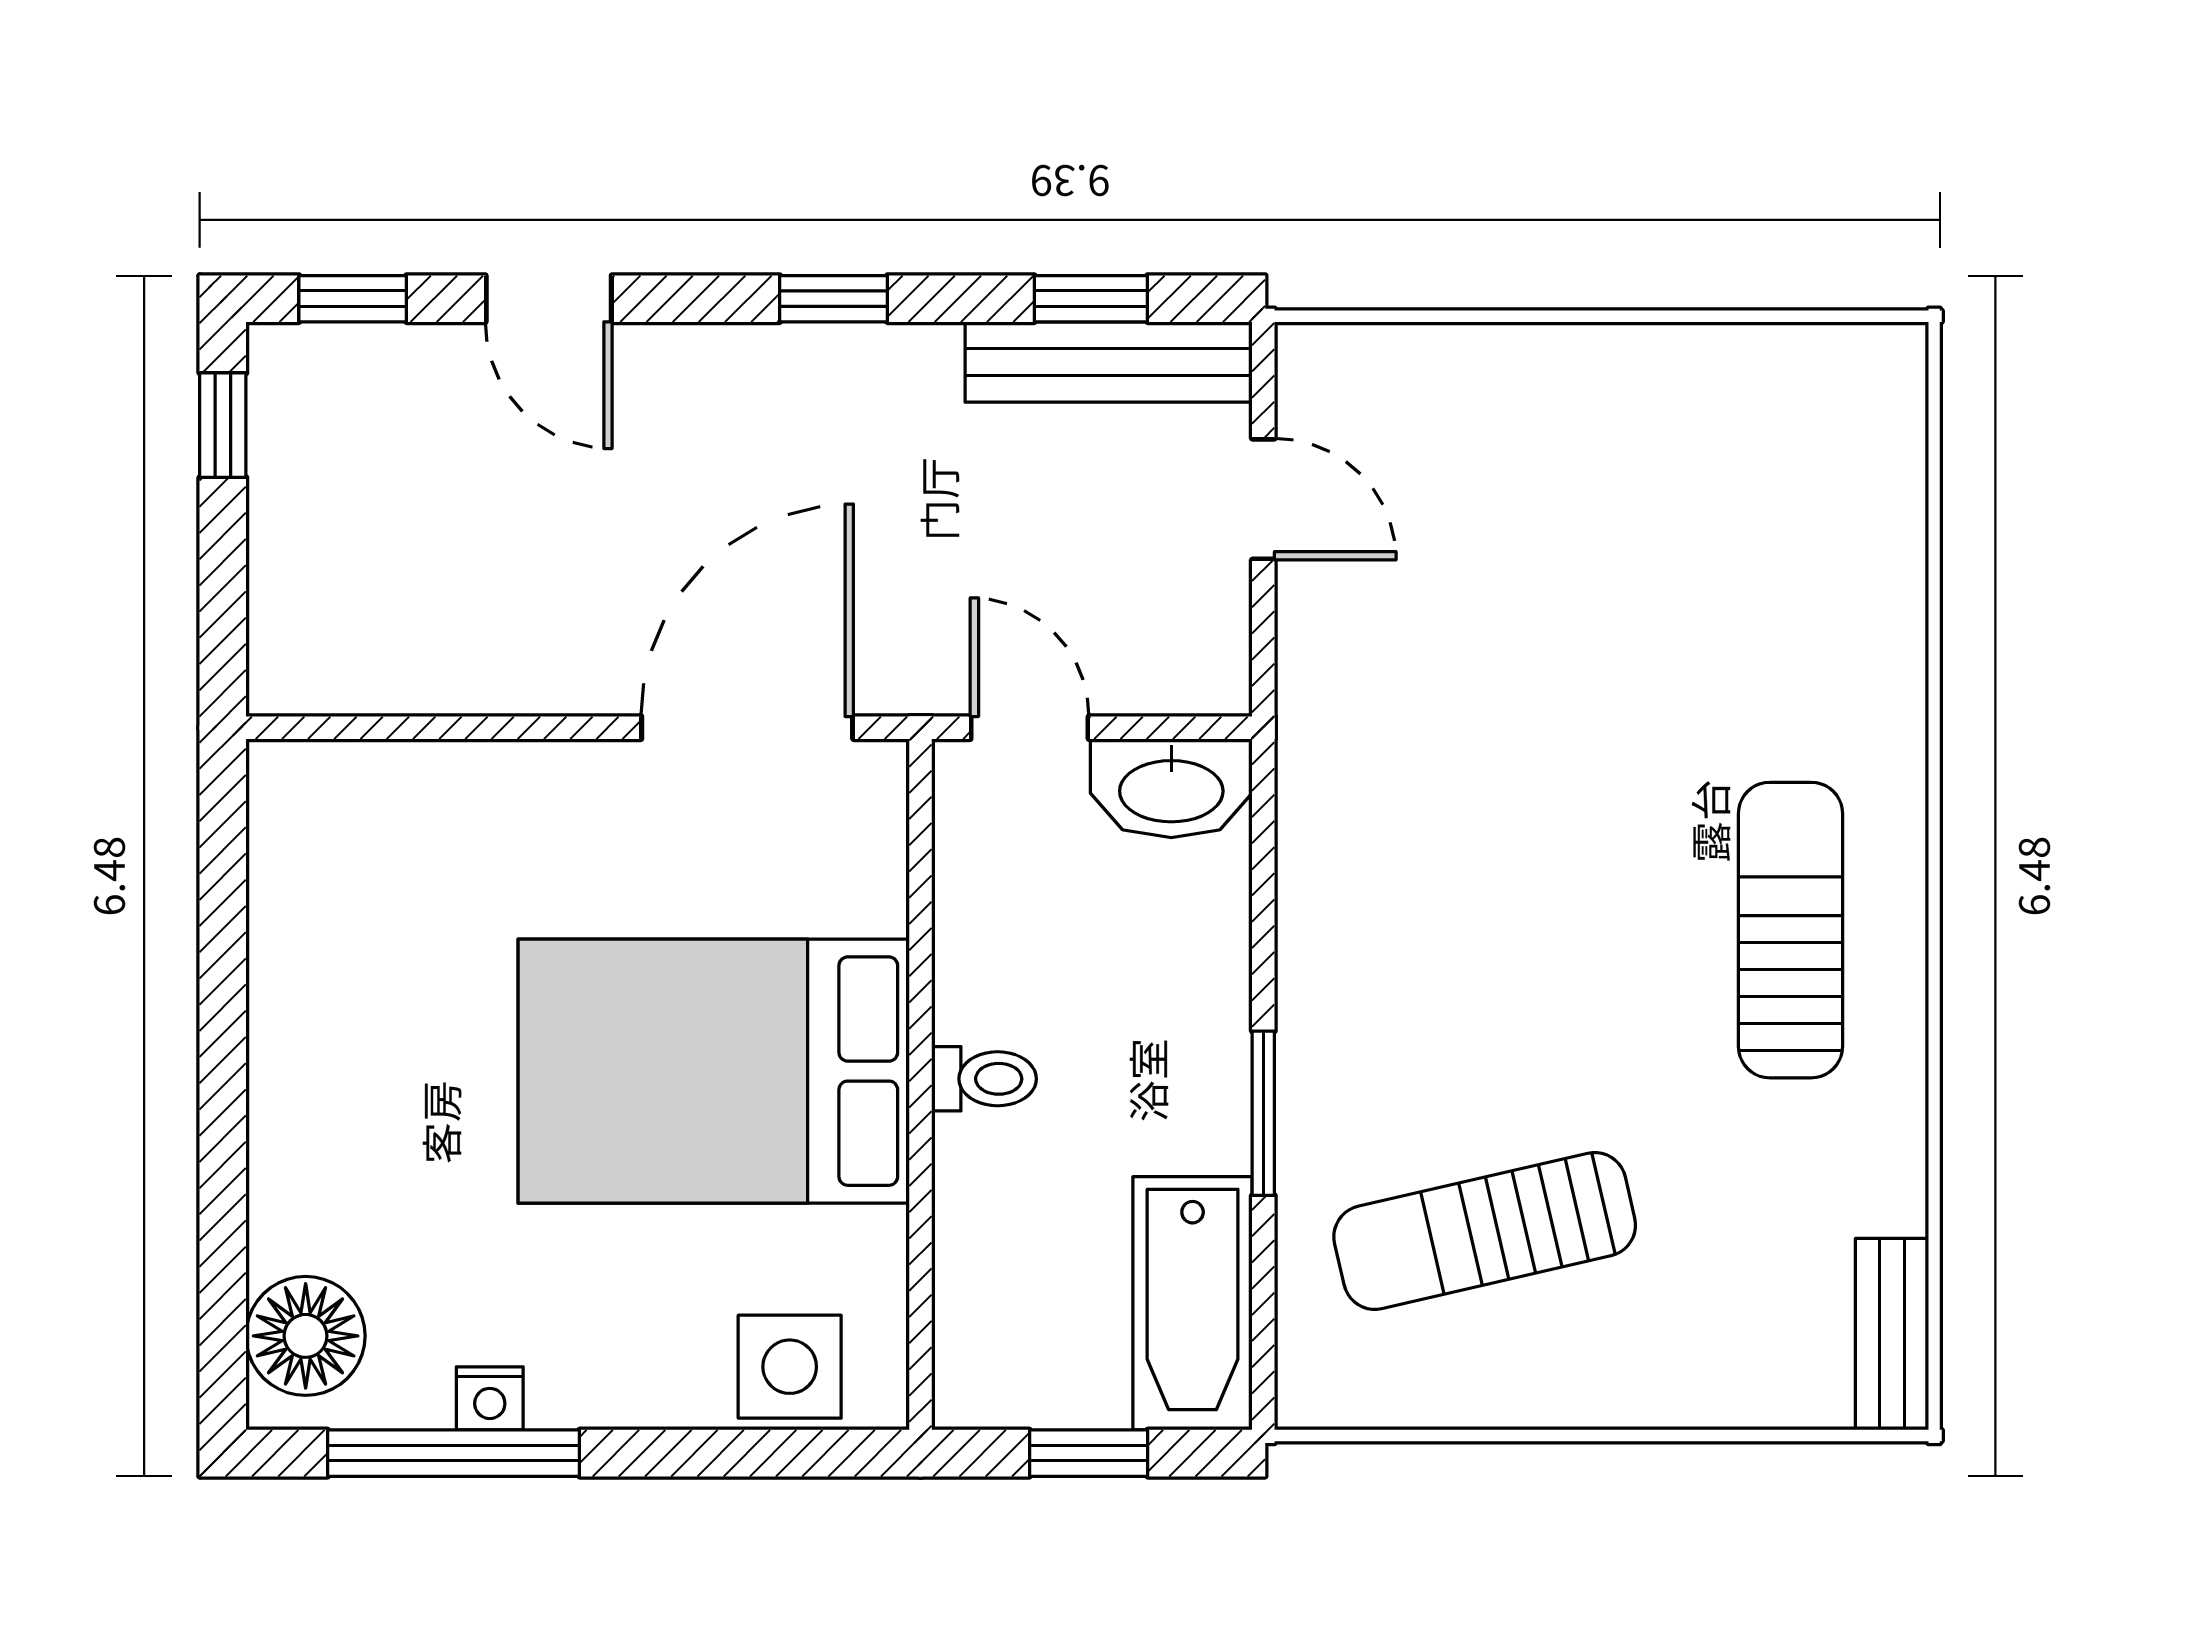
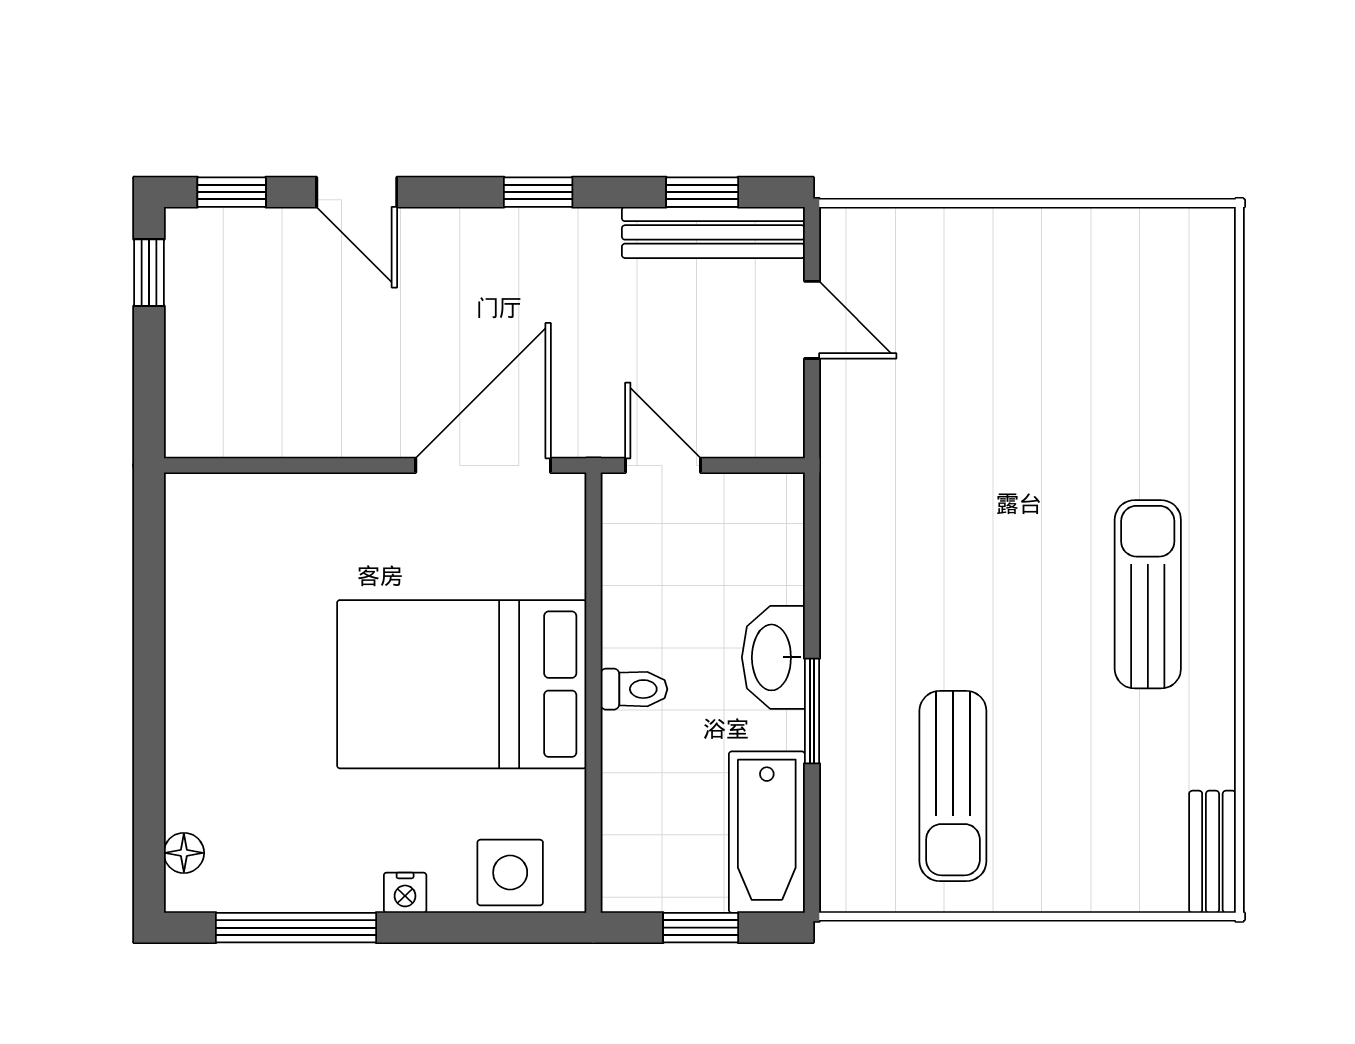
washbasin: (1171, 788) -> (773, 657), moved, turned 90
sun lounger: (1485, 1231) -> (953, 786), turned -77
floor lamp: (306, 1336) -> (184, 853), width x0.53, depth x0.53
nightstand: (490, 1398) -> (405, 893), moved

